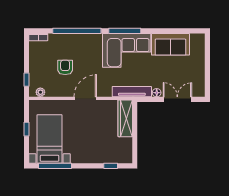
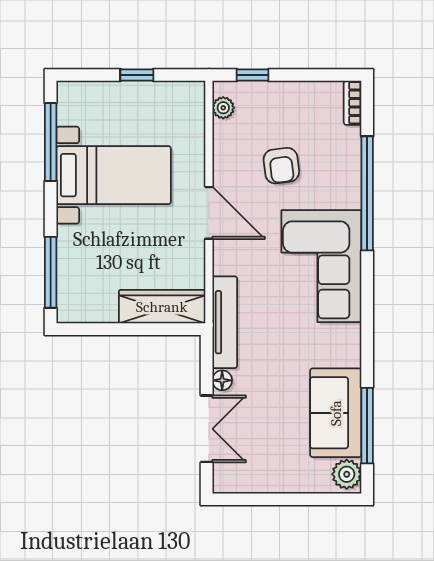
window: (125, 31) -> (367, 426), moved
plant: (197, 40) -> (347, 474), added
corner sofa: (127, 50) -> (321, 266), moved
armchair: (65, 67) -> (281, 166), turned 83
bed with nightstands: (50, 139) -> (114, 175), moved
window: (111, 166) -> (51, 272), width x2.17

